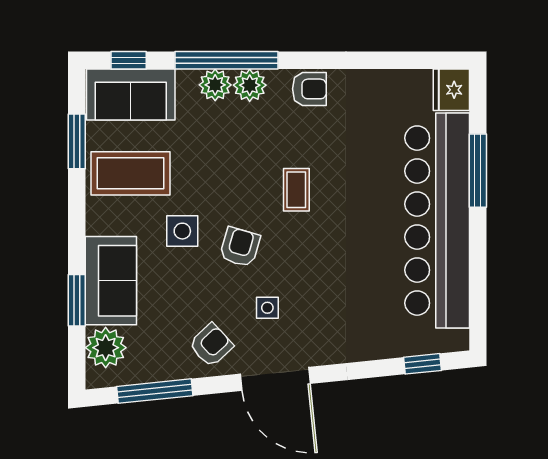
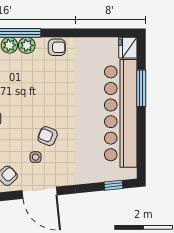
coffee table: (296, 190) -> (50, 98), removed
armchair: (240, 247) -> (48, 136), moved, turned -84

